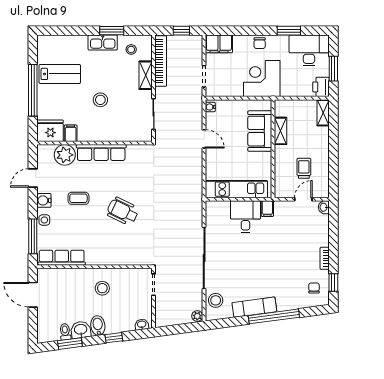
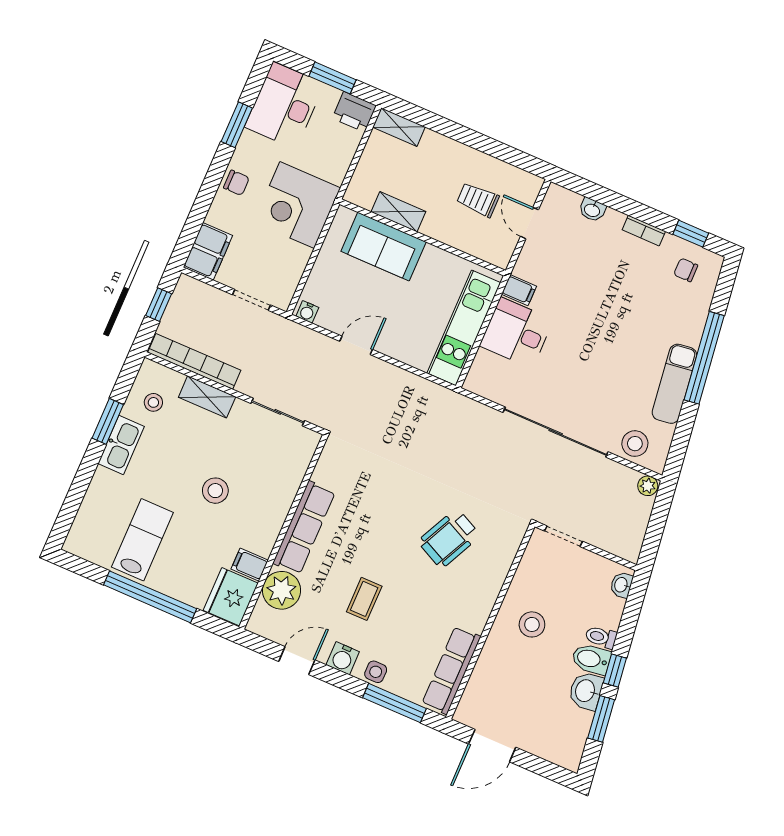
door: (33, 178) -> (297, 661), swing flipped
washbasin: (324, 207) -> (592, 210), moved
wheelchair: (123, 211) -> (449, 538), moved
toilet: (65, 332) -> (601, 637), moved
window: (114, 338) -> (615, 671), moved

